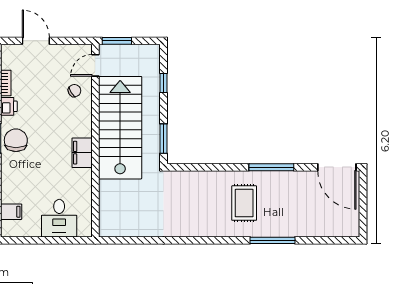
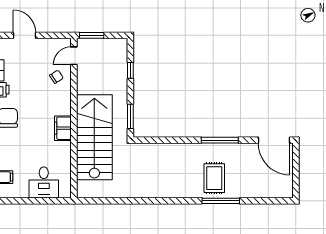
stairs: (120, 128) -> (94, 137), moved
rug: (244, 203) -> (214, 178), moved

